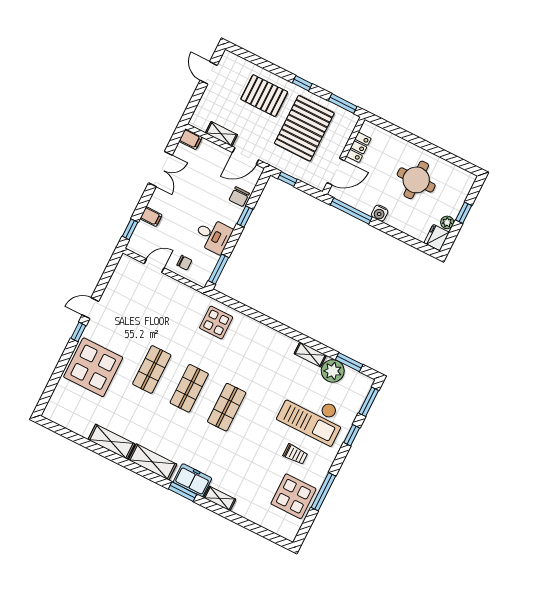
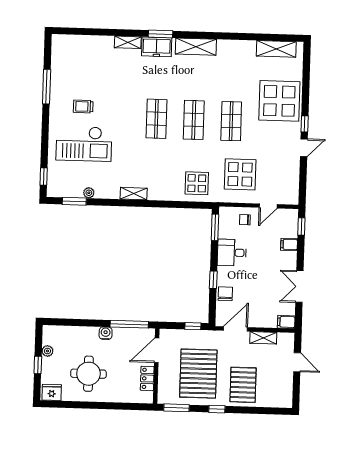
door: (209, 73) -> (297, 362), moved
pallet: (264, 96) -> (243, 385), turned 90
fridge: (437, 237) -> (52, 392), moved, turned -90
shelving: (310, 354) -> (134, 194), moved
plant: (333, 371) -> (89, 193), width x0.53, depth x0.53
window: (369, 402) -> (44, 176), width x0.67
checkout: (312, 416) -> (84, 144), turned 180
window: (352, 435) -> (45, 143), removed
shelving: (111, 442) -> (276, 49), moved
display table: (293, 496) -> (240, 174), moved

